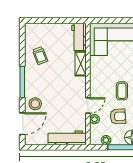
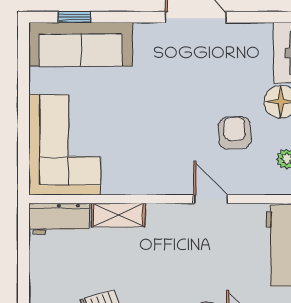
coffee table: (122, 91) -> (178, 124), removed
plant: (94, 119) -> (241, 185), removed

